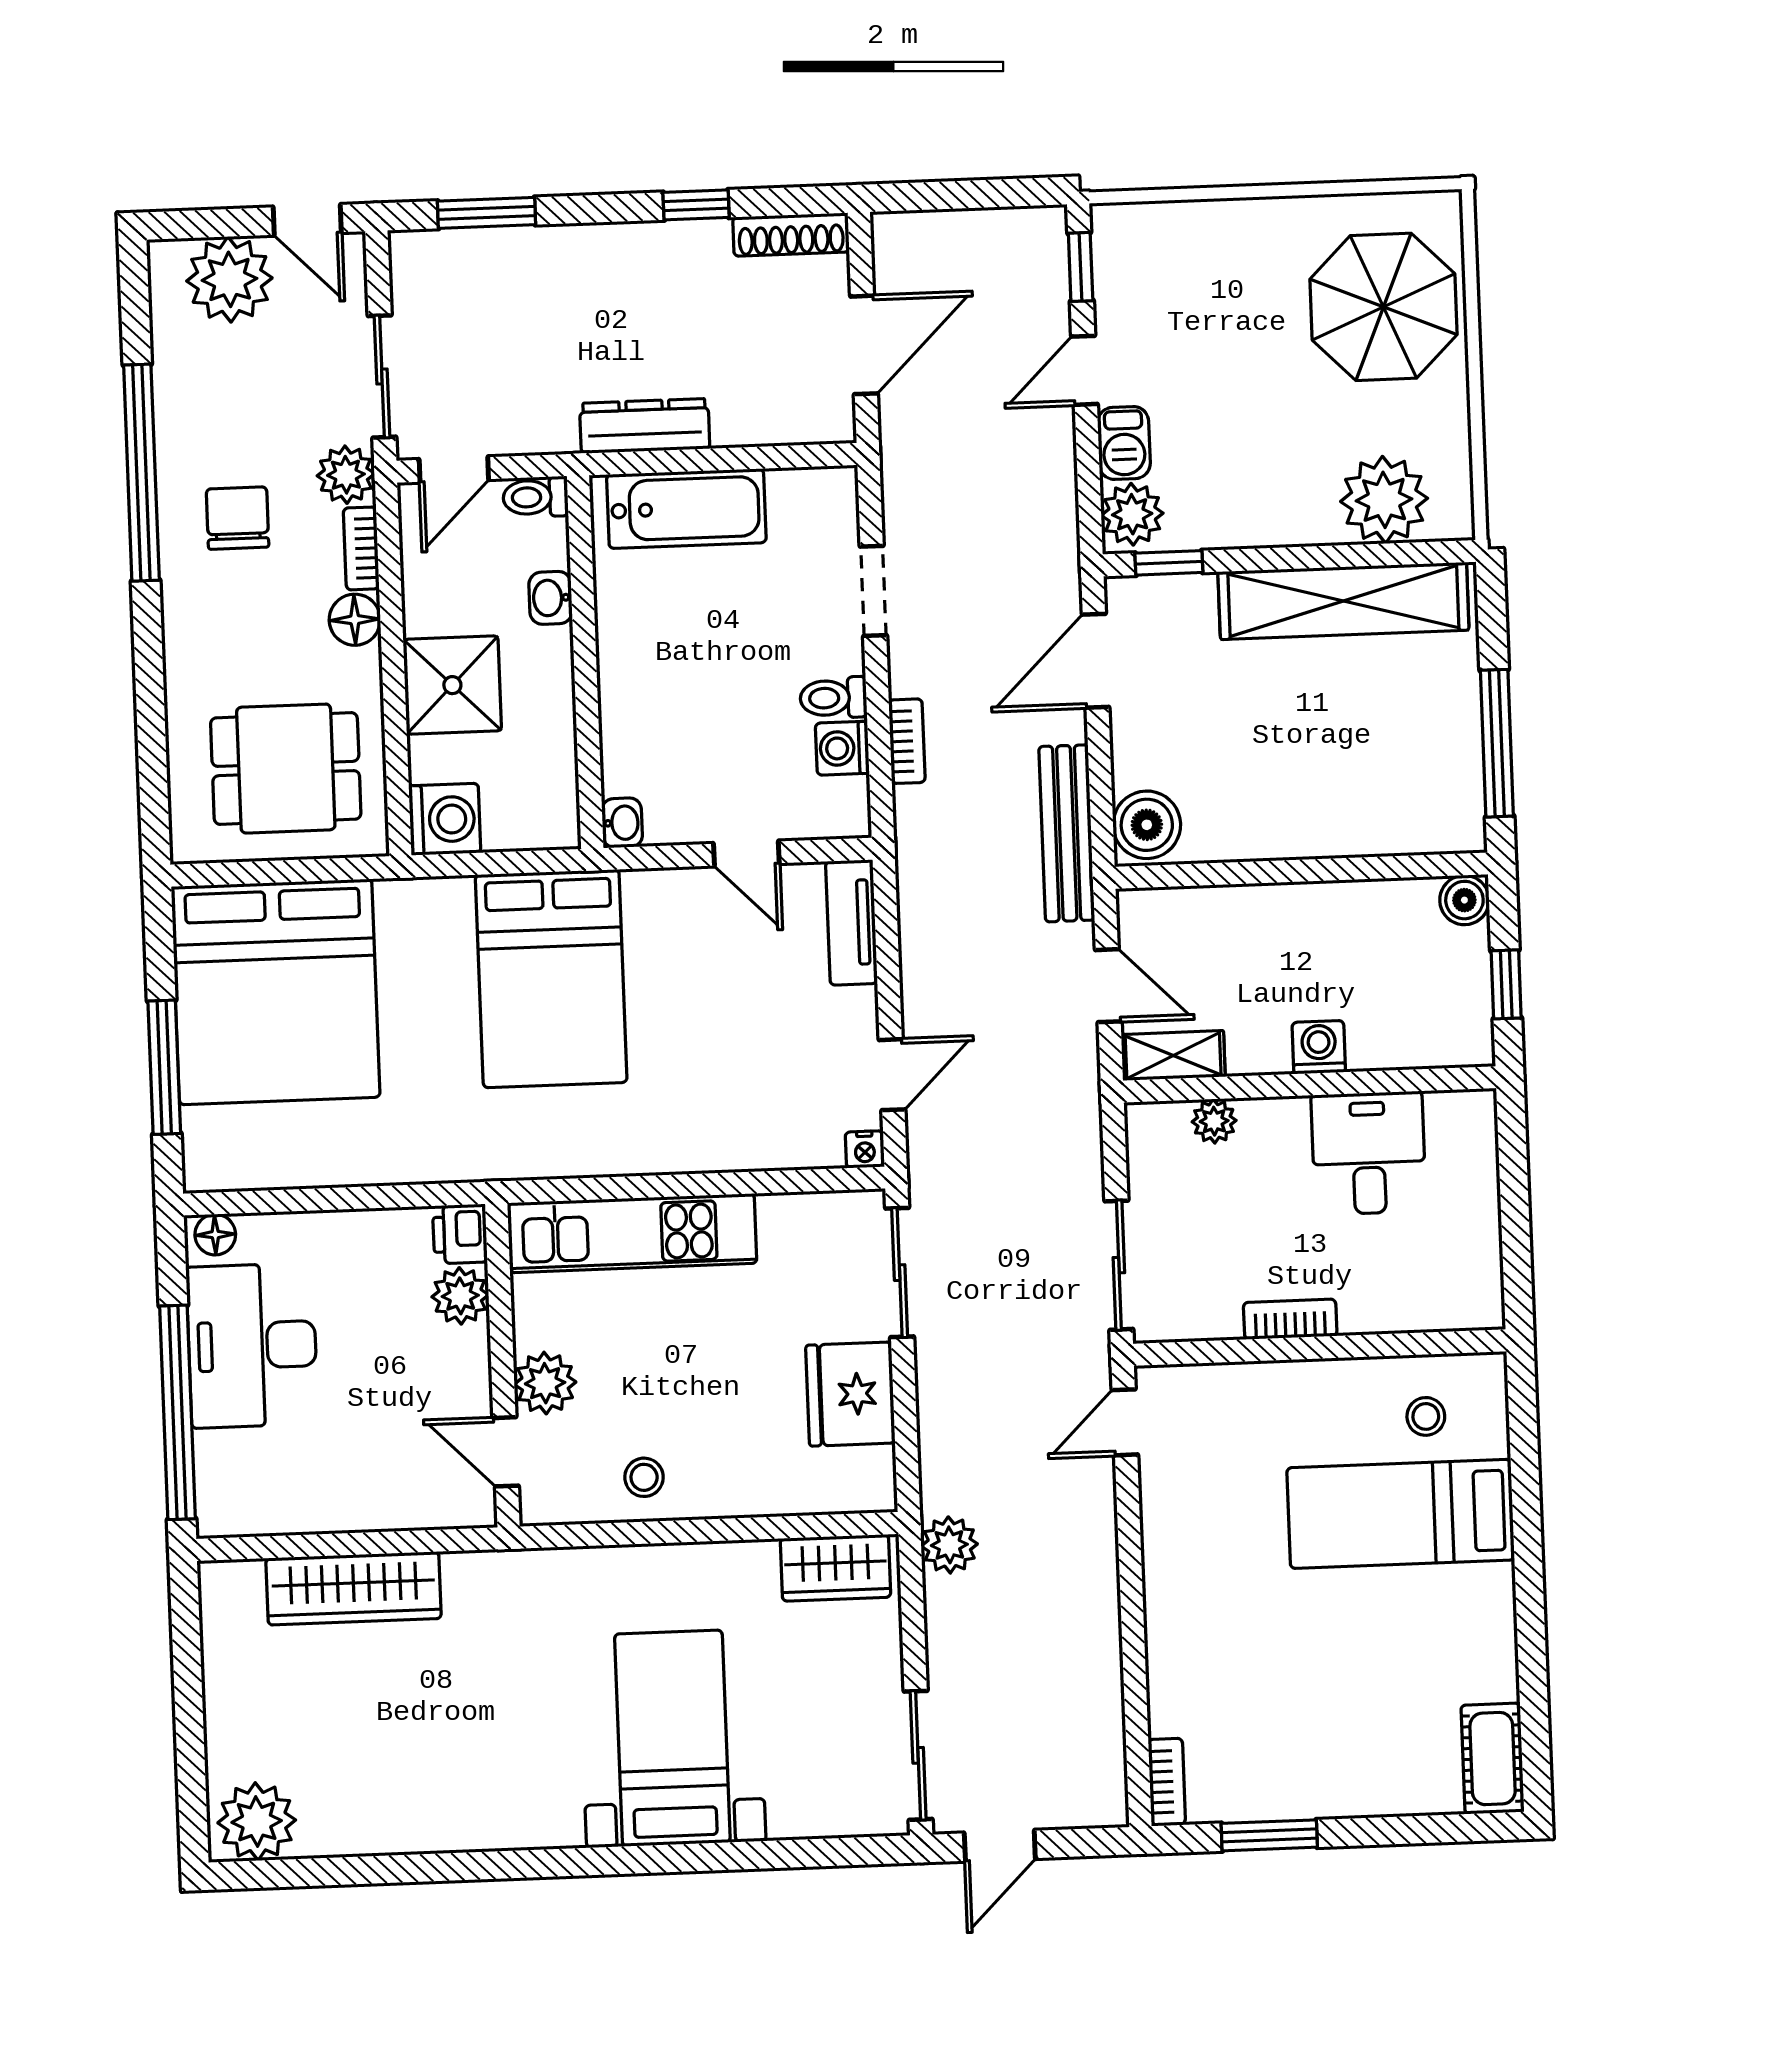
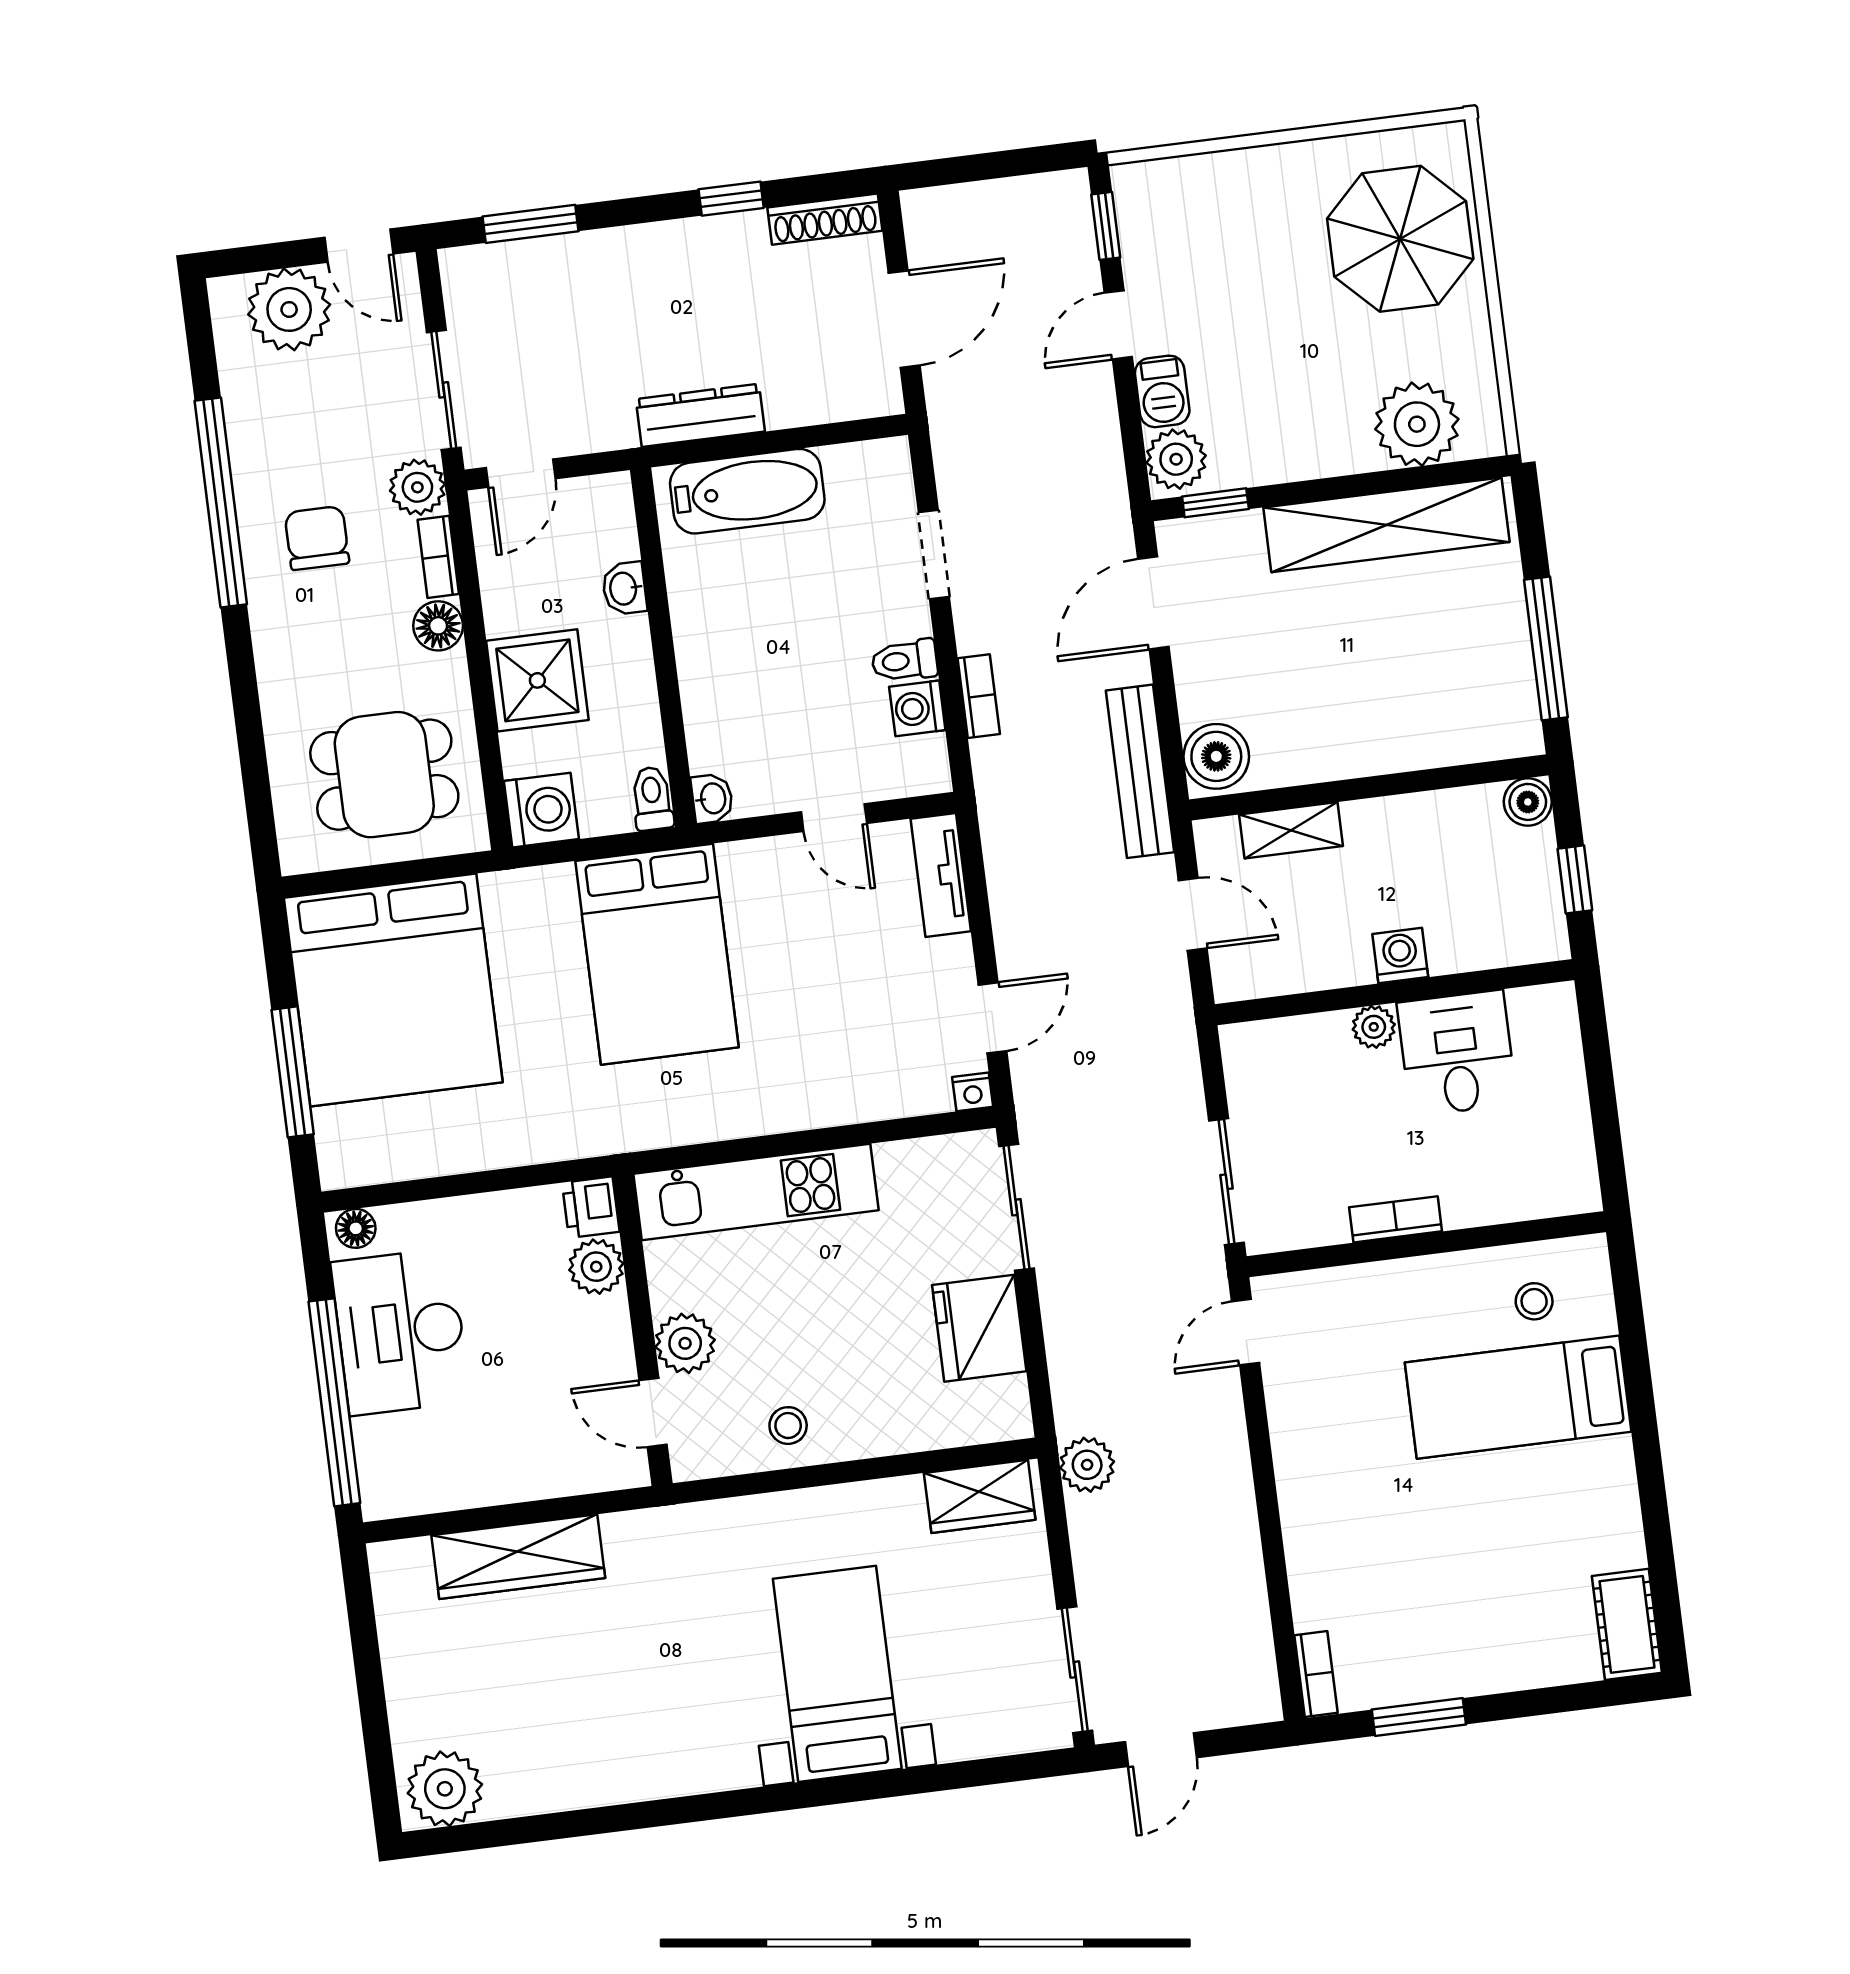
toilet: (536, 497) -> (652, 799), moved, turned 90
shelving: (1173, 1056) -> (1291, 830), moved
plant: (1214, 1121) -> (1374, 1027), moved

